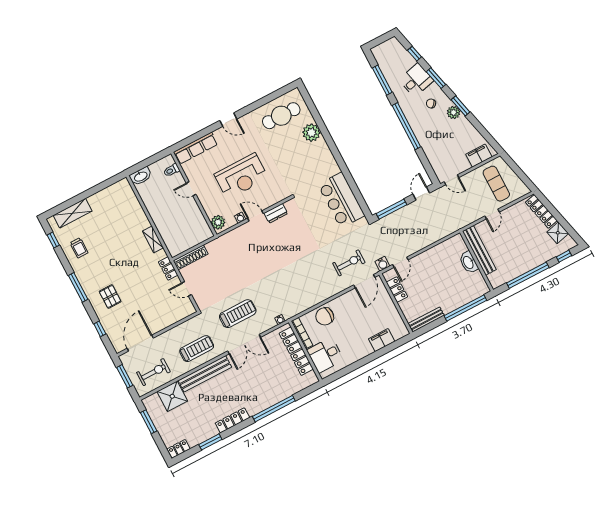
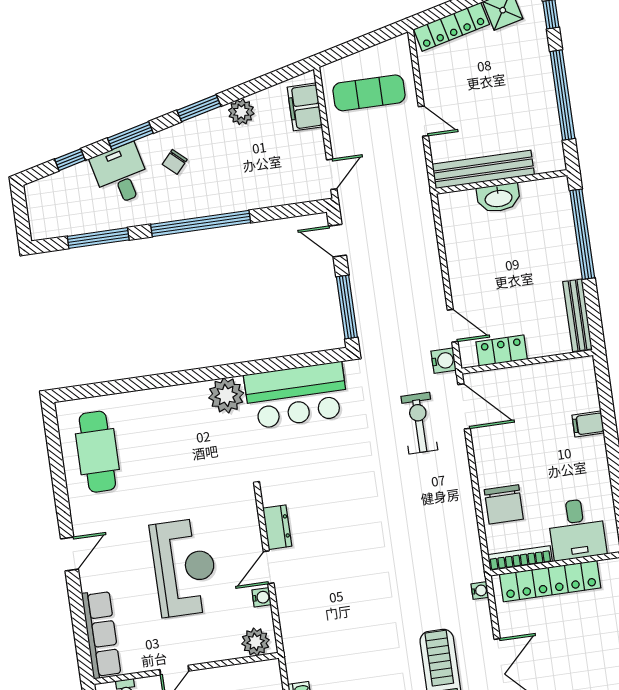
plant: (453, 112) -> (241, 112), moved
plant: (311, 133) -> (226, 395), moved
filing cabinet: (382, 340) -> (588, 424), width x0.50

